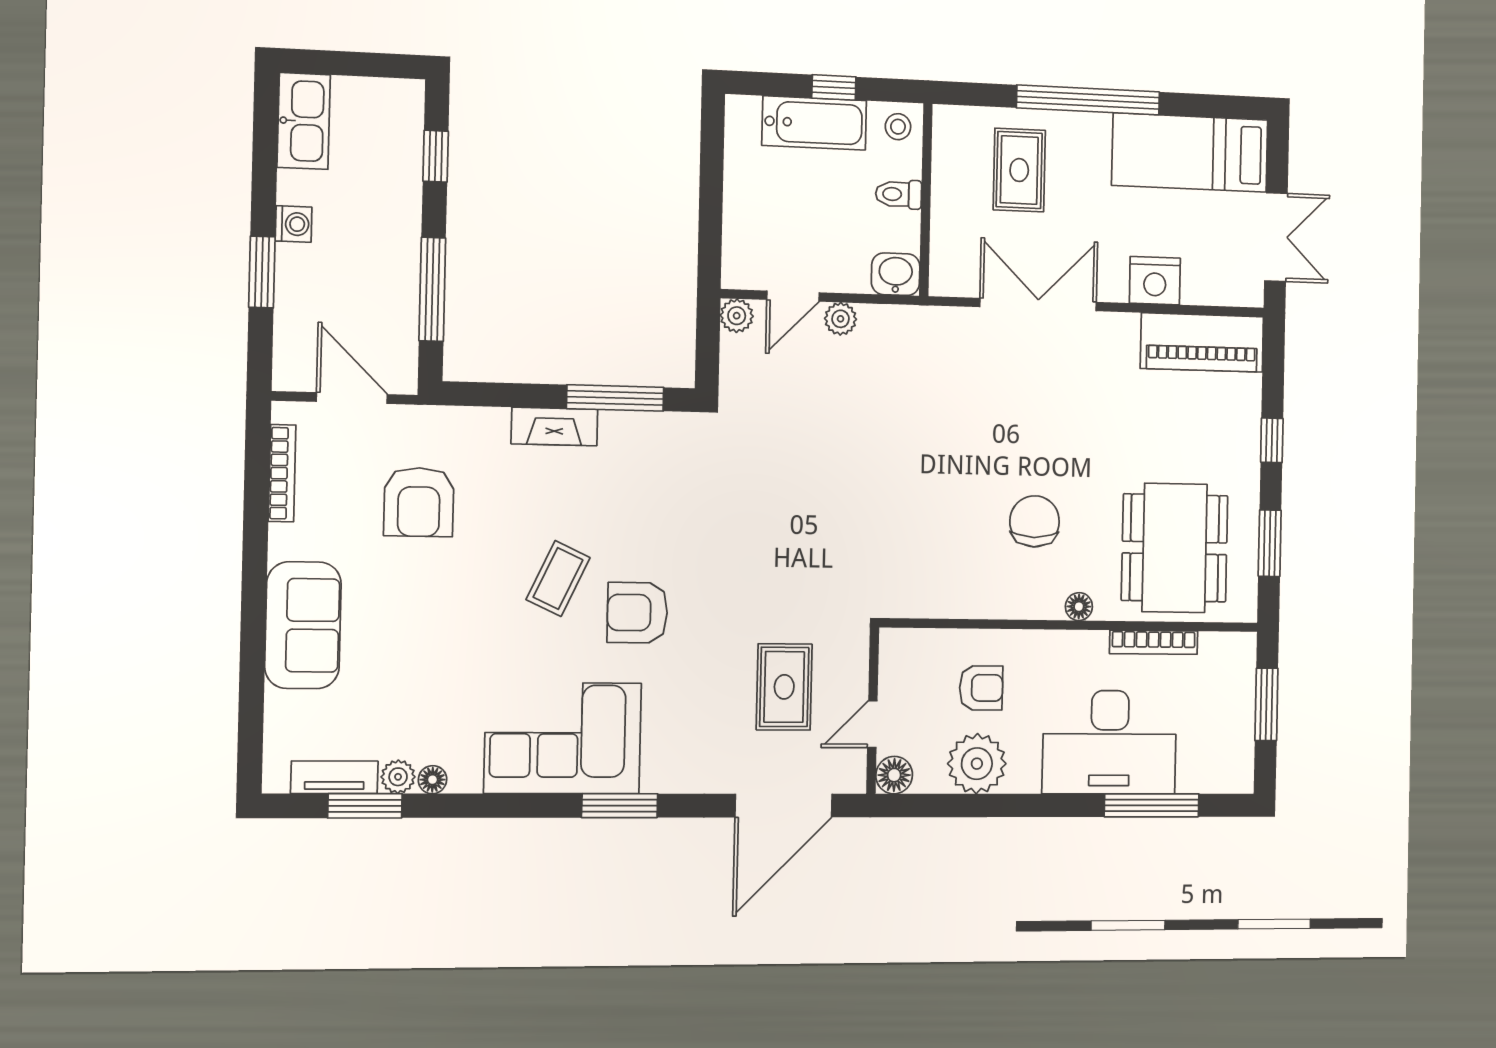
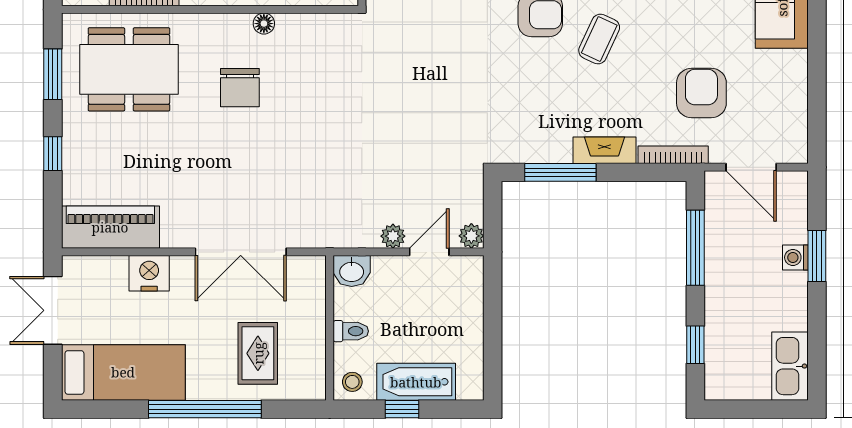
washing machine: (294, 224) -> (795, 257), moved
bookcase: (282, 473) -> (673, 155), moved, turned 90
dining table: (1175, 548) -> (129, 69), turned 90
floor lamp: (1079, 607) -> (264, 24), moved

